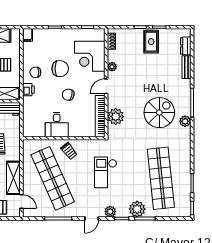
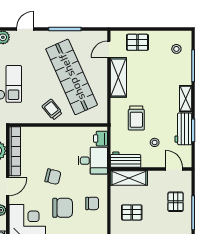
chair: (60, 69) -> (63, 208), turned 180
printer: (28, 90) -> (100, 139), moved
desk: (57, 125) -> (93, 161), moved, turned 90
door: (21, 202) -> (109, 49), hinge flipped

